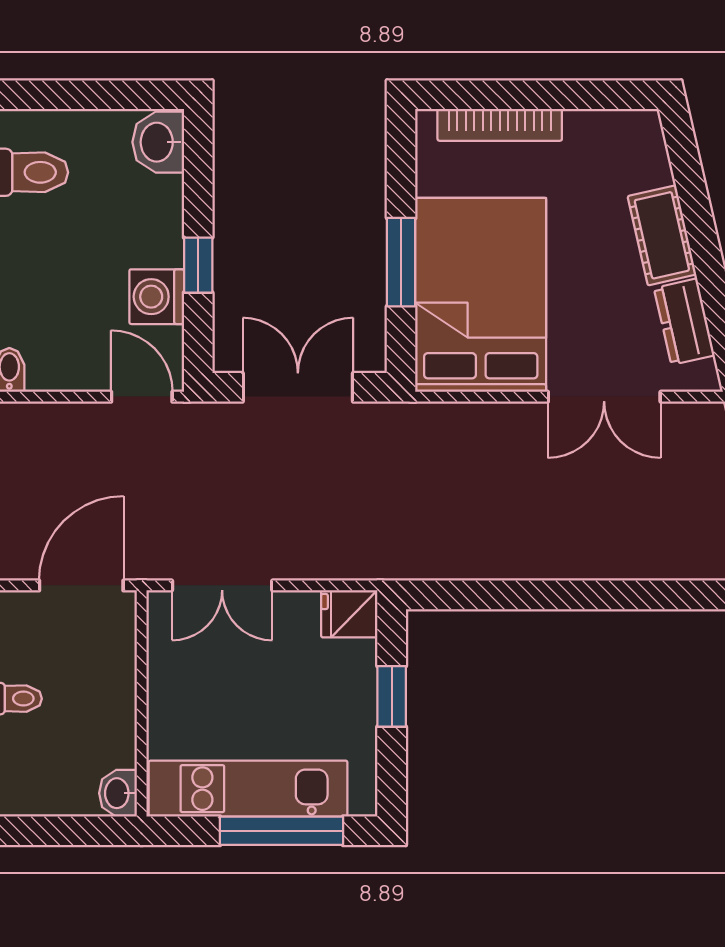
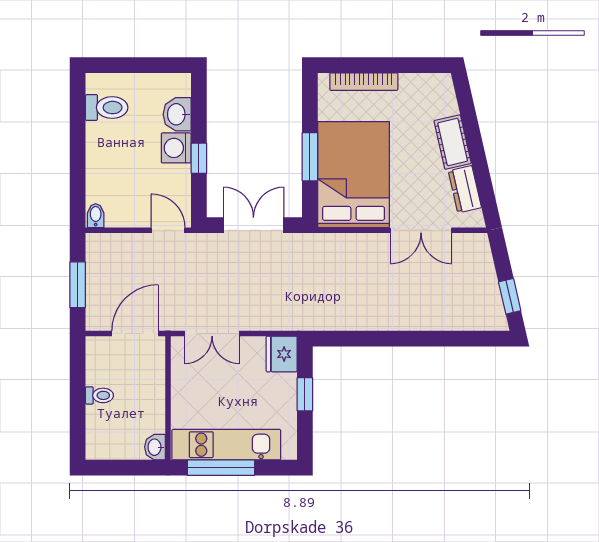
washbasin: (158, 142) -> (177, 114), moved
washing machine: (157, 297) -> (176, 148), moved
fridge: (349, 614) -> (282, 354), width x1.38
window: (281, 831) -> (221, 468), moved

